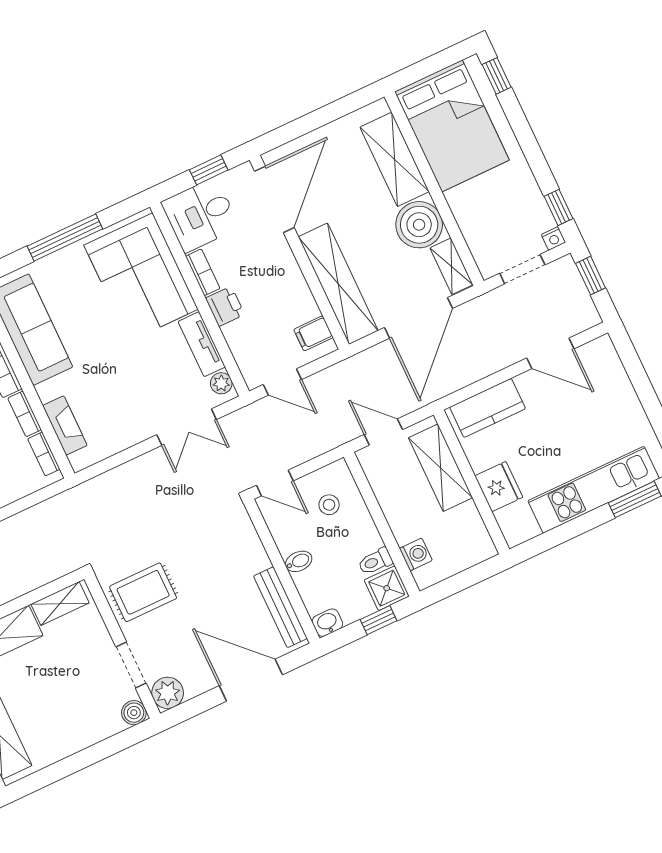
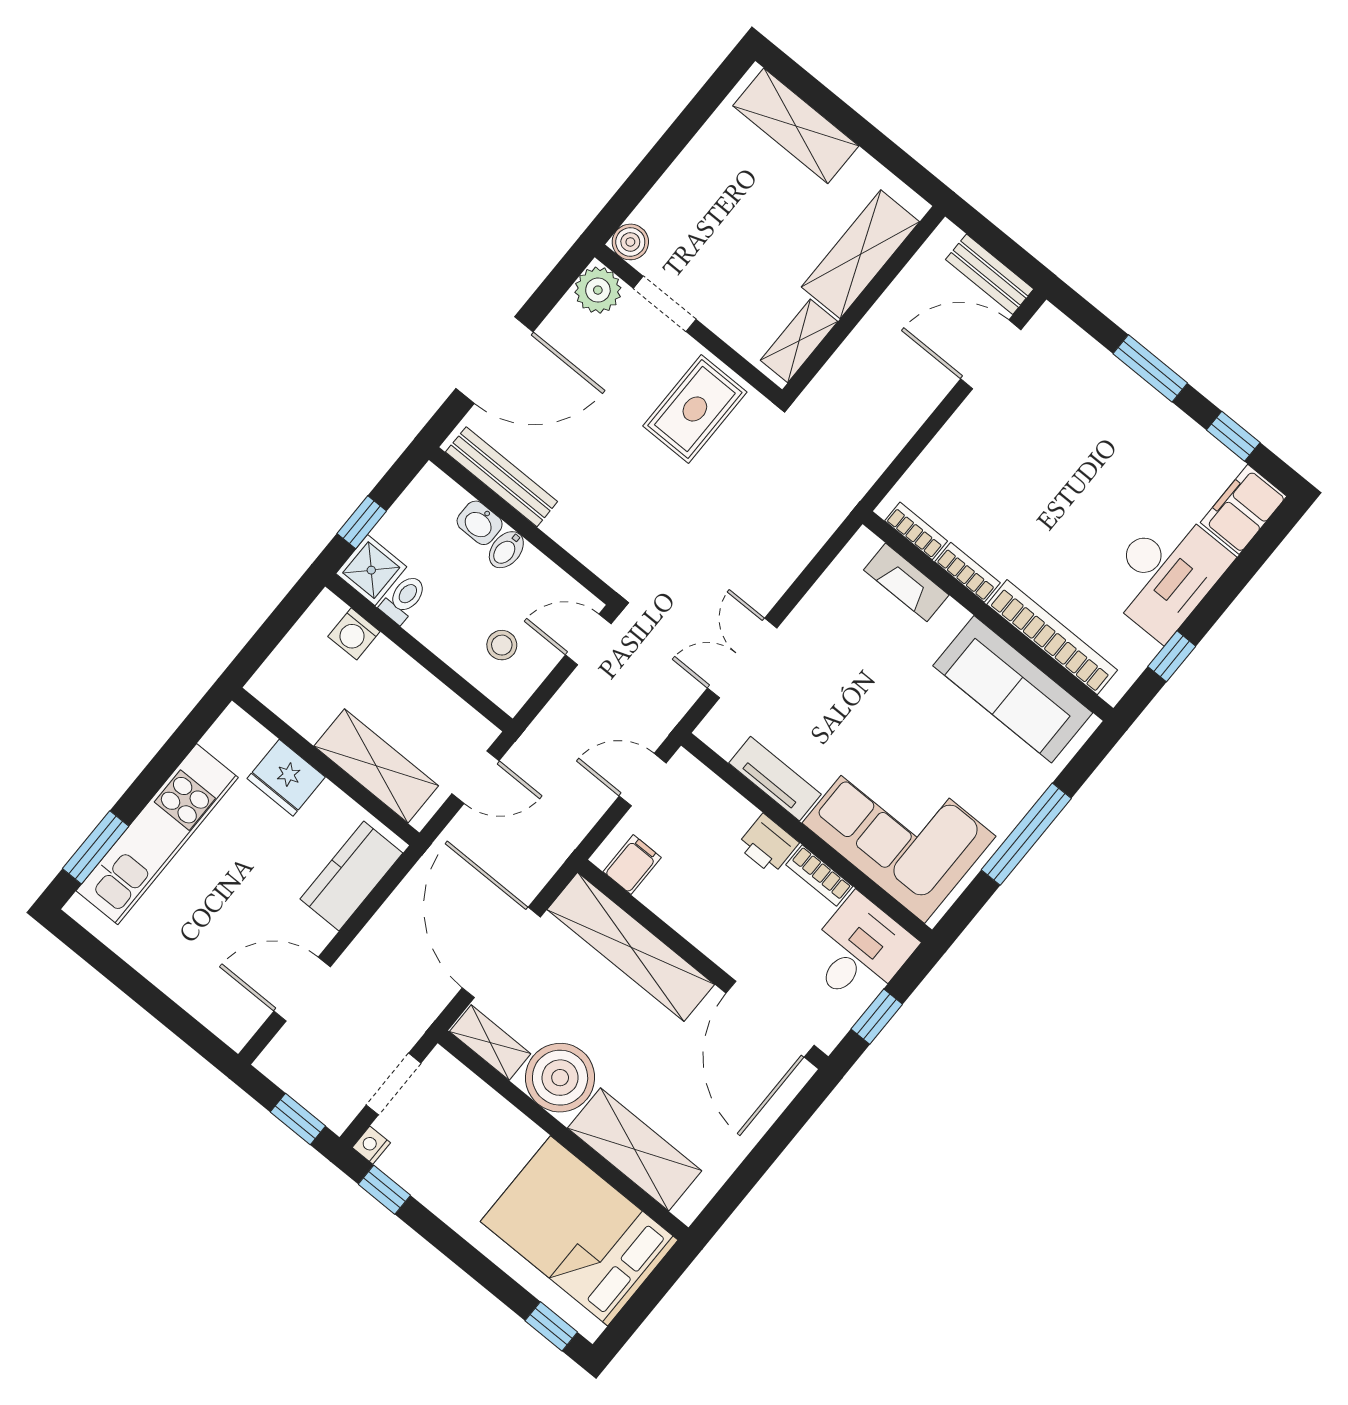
plant: (221, 383) -> (724, 739), removed
washbasin: (327, 623) -> (480, 523), moved, turned 90

